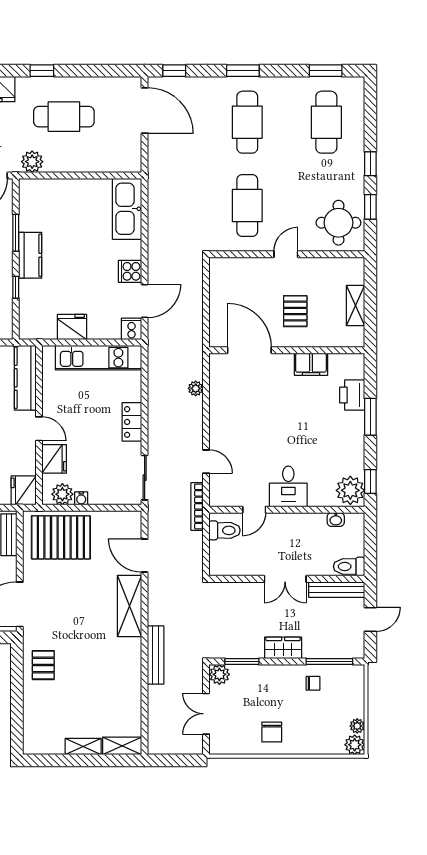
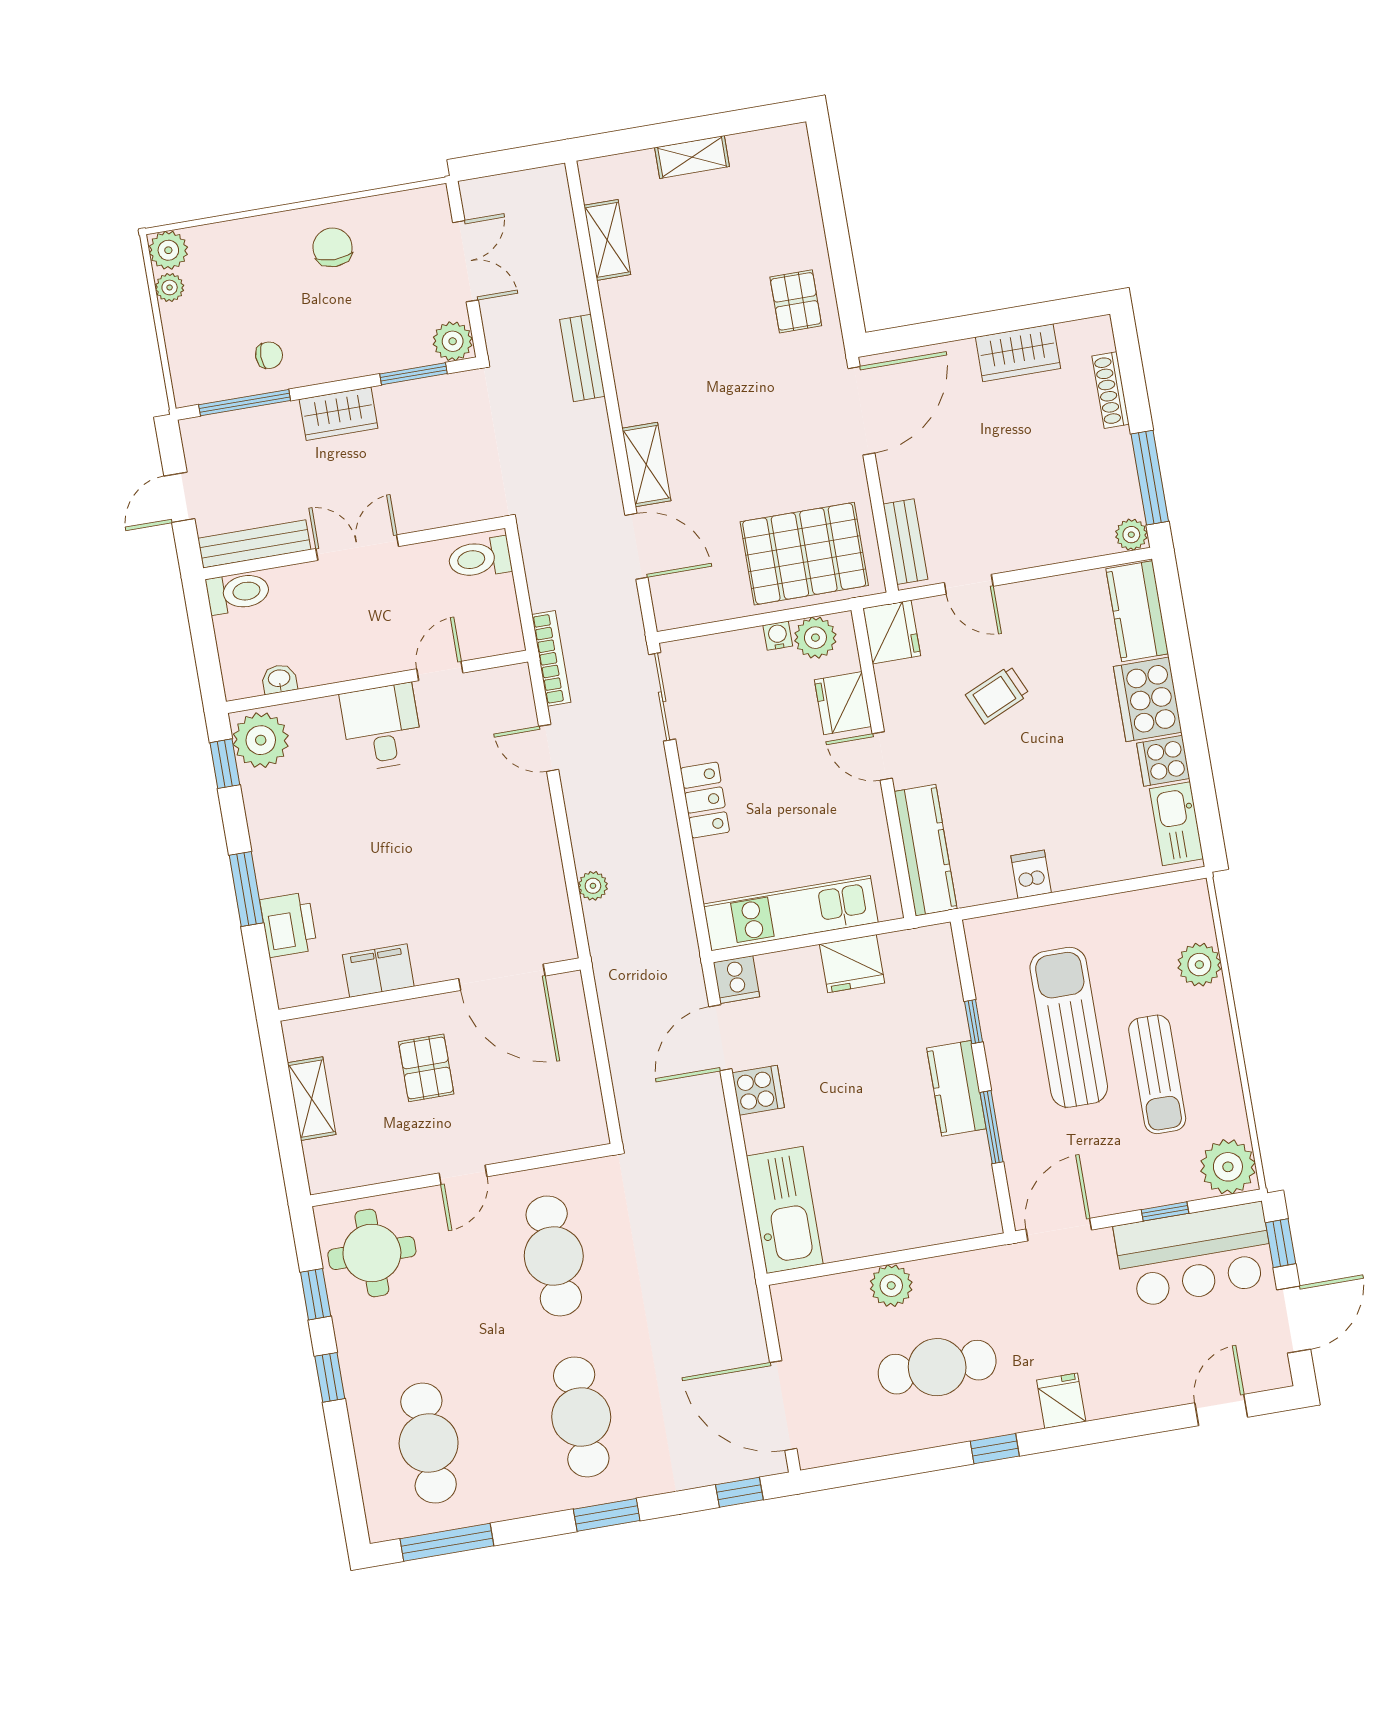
window: (326, 71) -> (447, 1542), width x1.44
plant: (32, 162) -> (891, 1286), moved
toilet: (225, 530) -> (480, 558), moved
shelving: (129, 606) -> (646, 464), width x0.67, depth x0.75
bench: (156, 655) -> (582, 358), width x0.73
chair: (313, 683) -> (269, 355), turned 180
shelving: (122, 746) -> (607, 240), moved, turned 90

